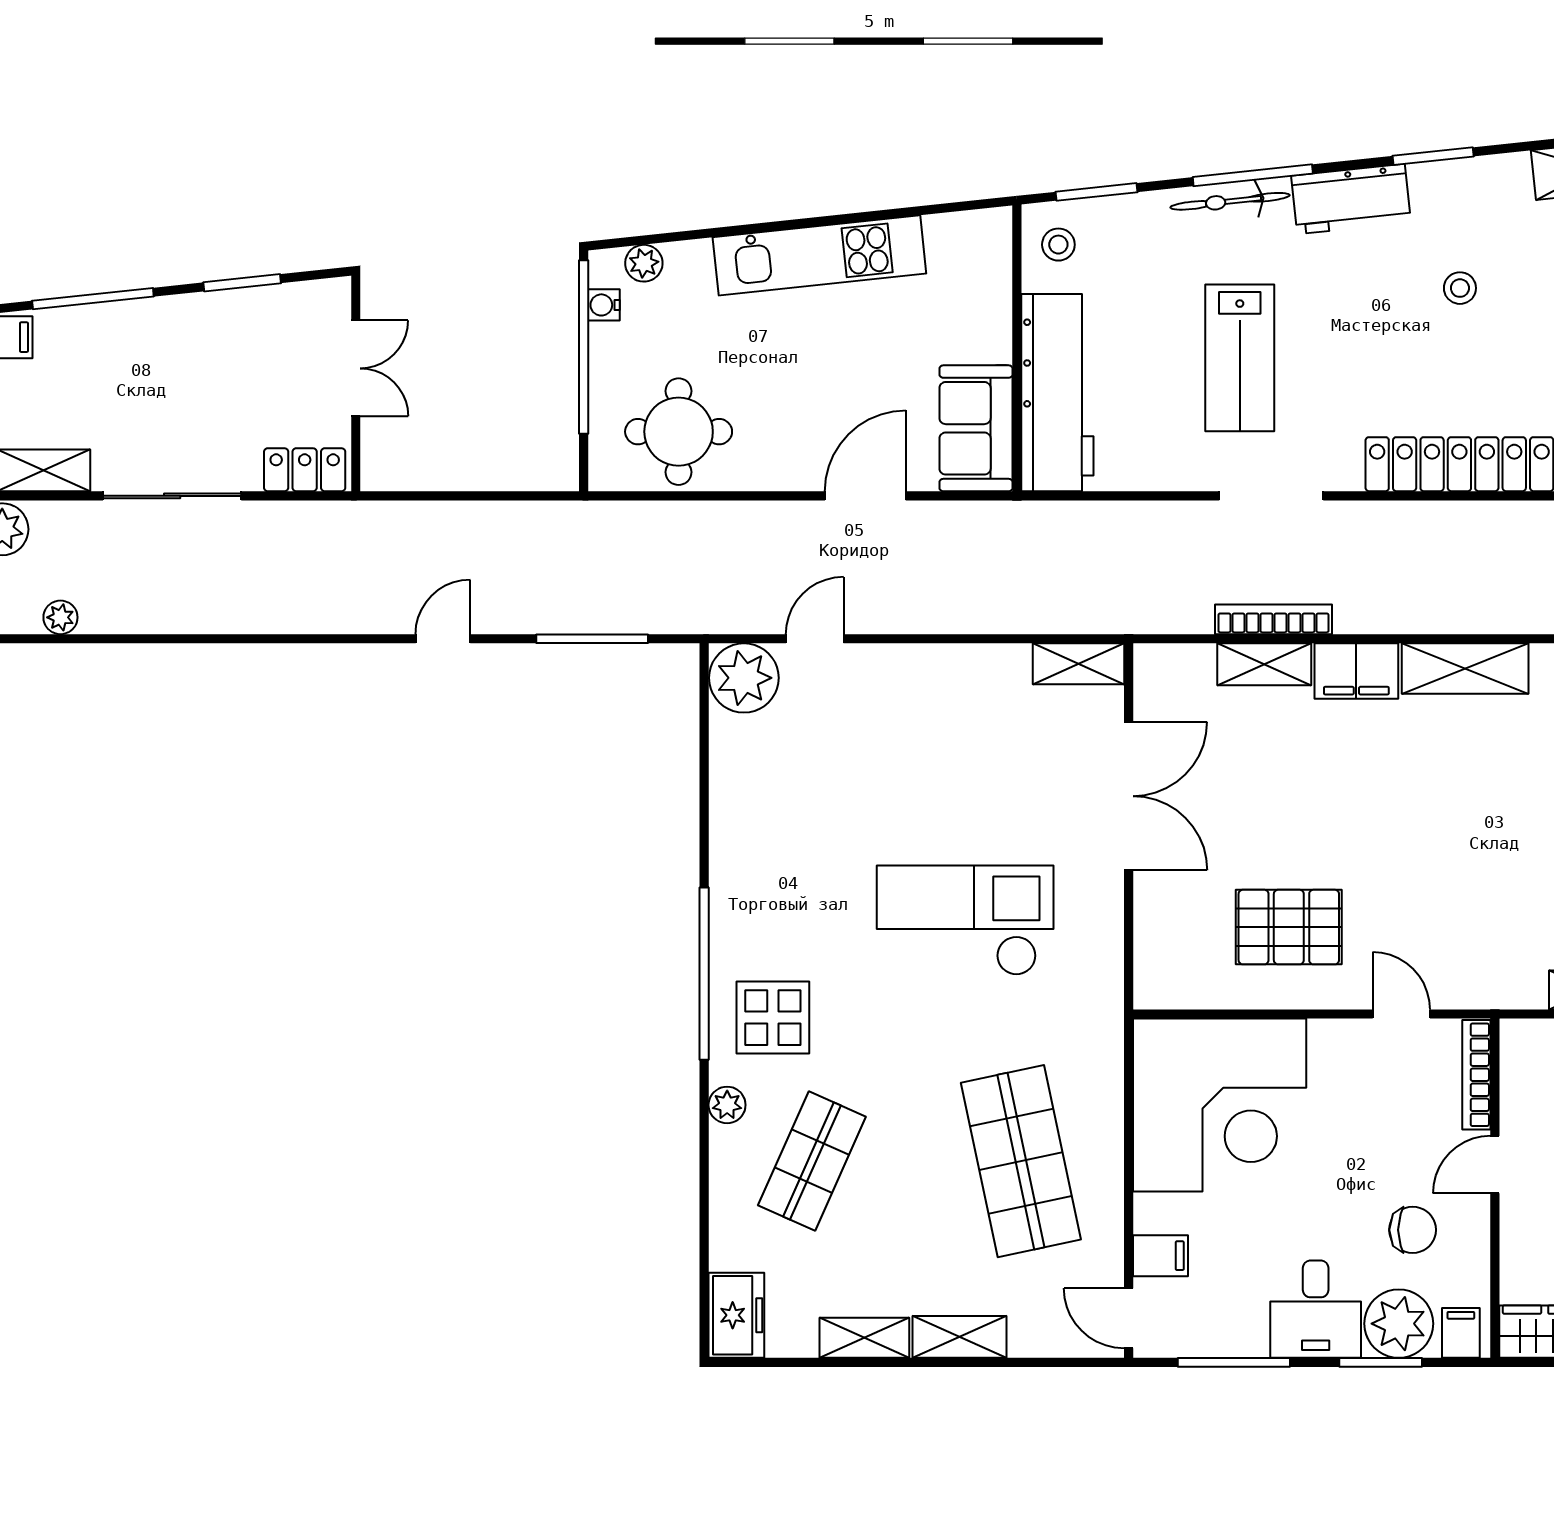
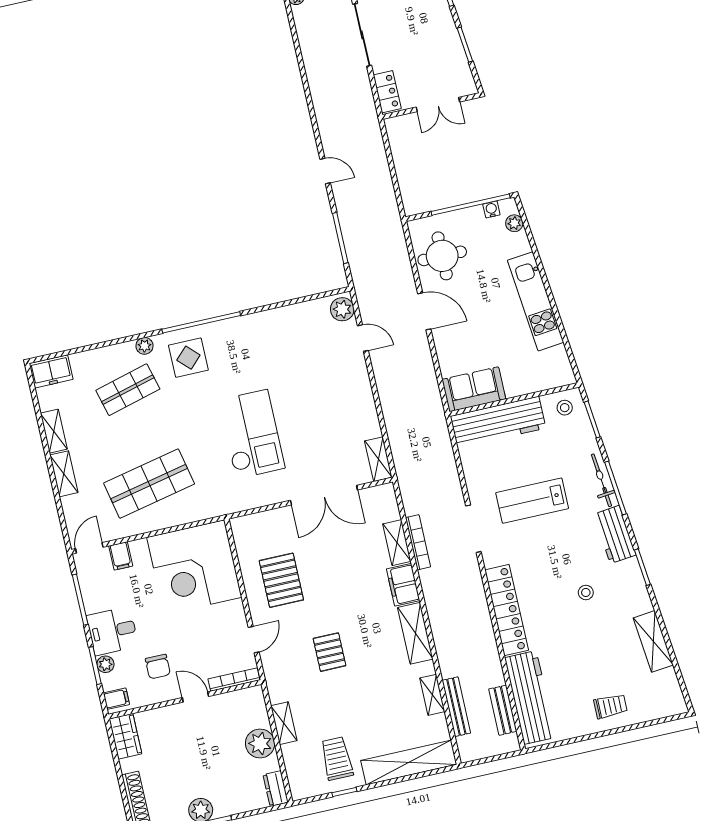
door: (865, 496) -> (424, 311), moved
plant: (744, 678) -> (342, 309), width x0.73, depth x0.73
pallet: (1464, 859) -> (330, 652), added
shop shelf: (812, 1161) -> (128, 390), turned -39
plant: (1399, 1324) -> (105, 664), width x0.53, depth x0.53

